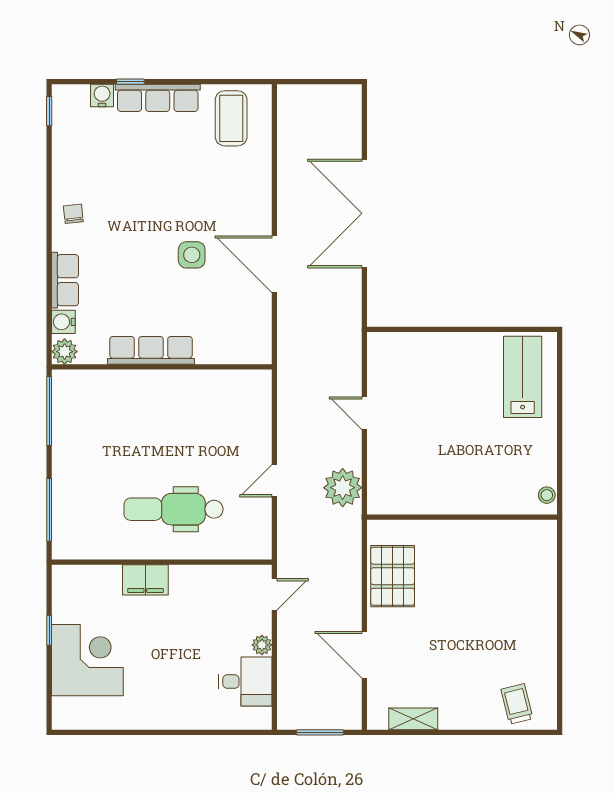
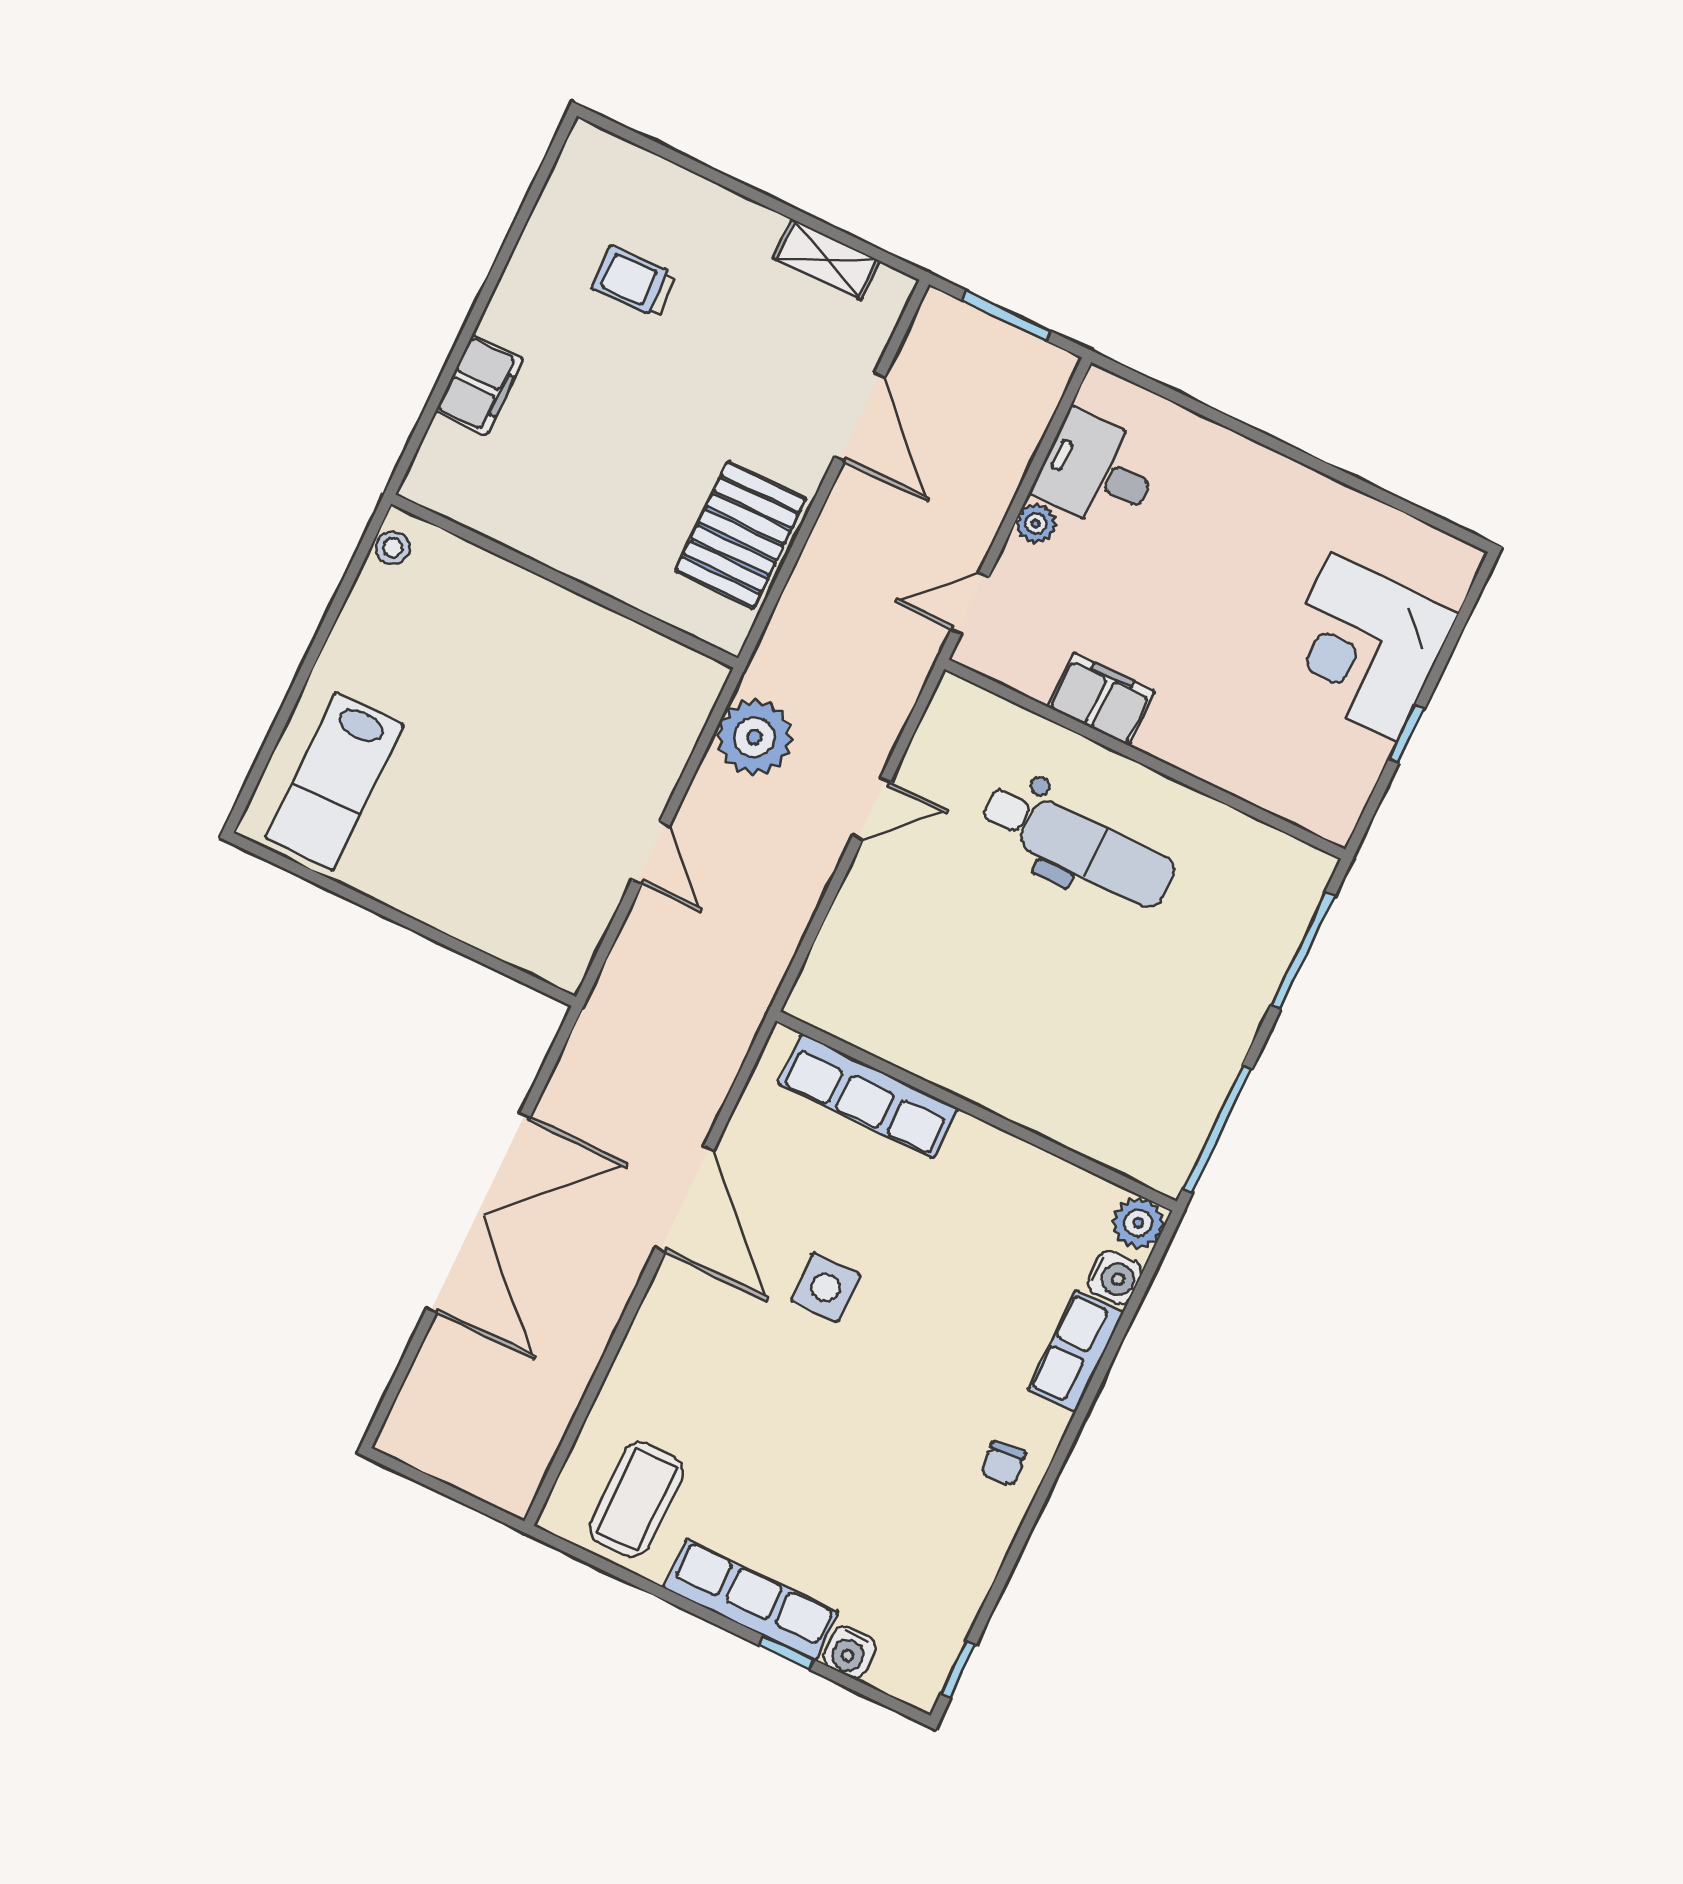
row of seats: (151, 350) -> (868, 1096), moved
filing cabinet: (145, 580) -> (1101, 699), moved
filing cabinet: (543, 587) -> (479, 385), added
trolley: (517, 704) -> (634, 281), moved, turned 102

